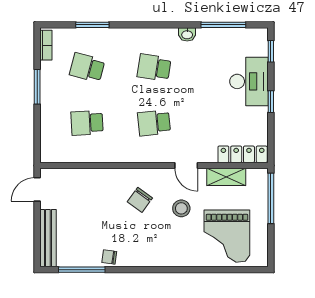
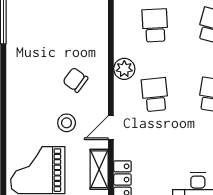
plant: (129, 153) -> (124, 69), added
chair: (109, 257) -> (16, 48), removed

